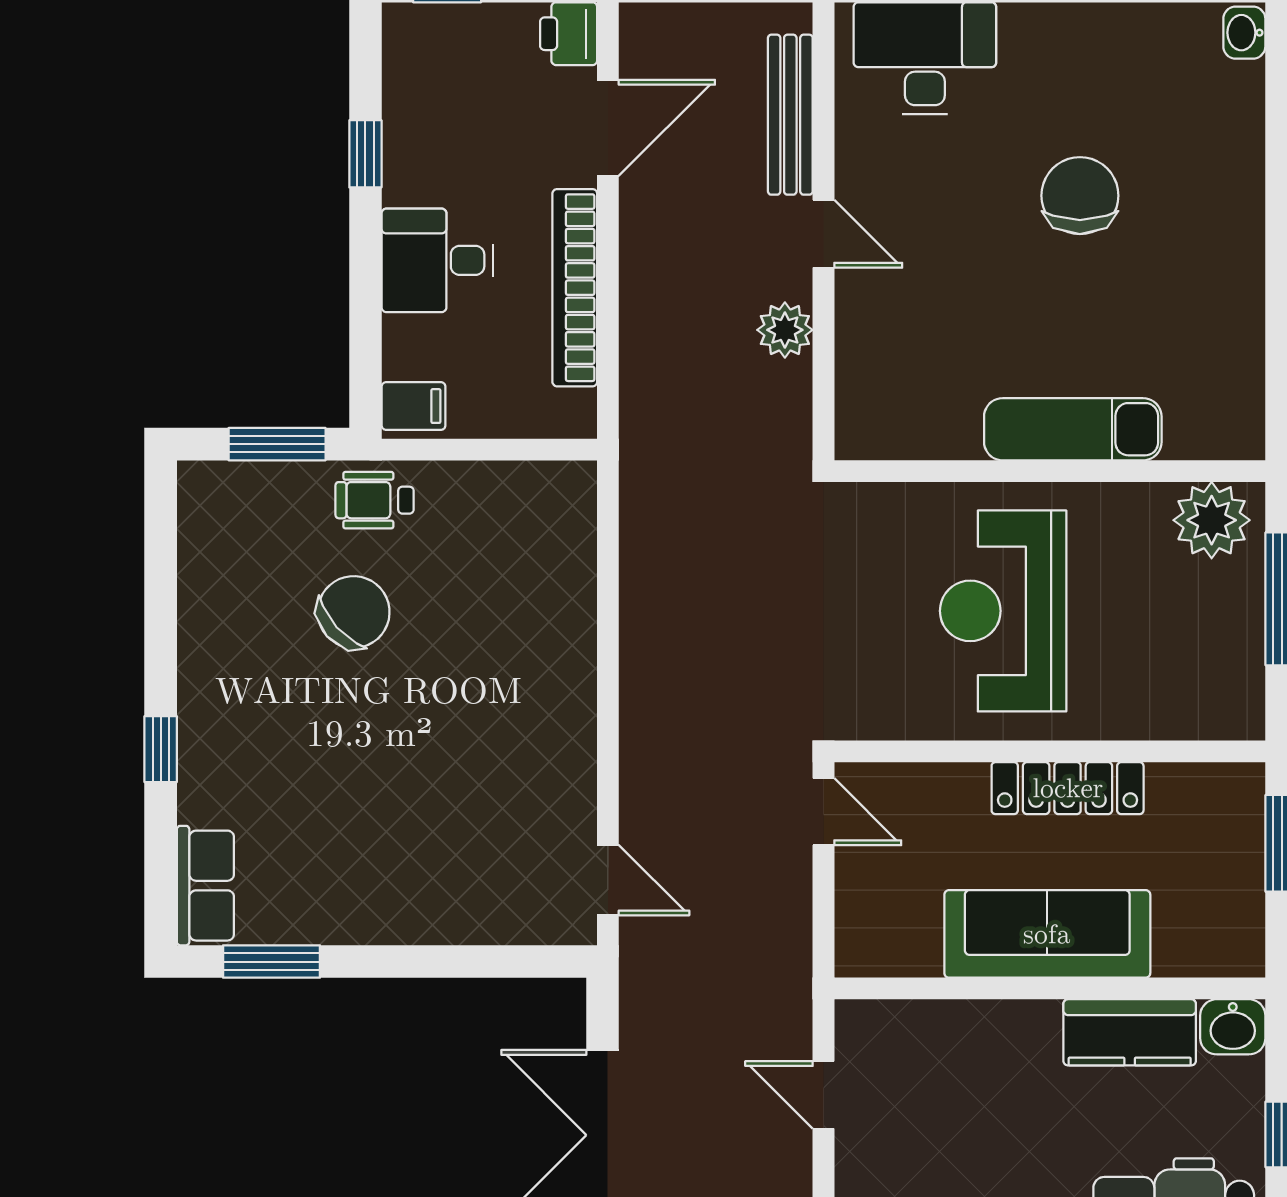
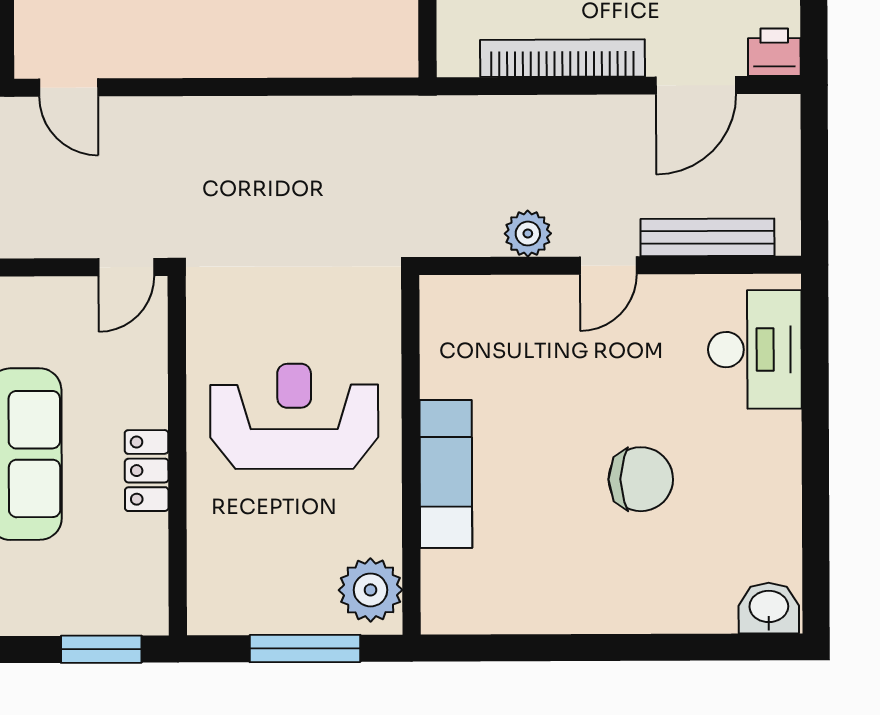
washbasin: (1244, 33) -> (769, 608), width x1.38, depth x1.45
door: (608, 128) -> (696, 85), hinge flipped
locker: (1068, 788) -> (147, 471), width x0.66
door: (608, 880) -> (69, 88), hinge flipped

